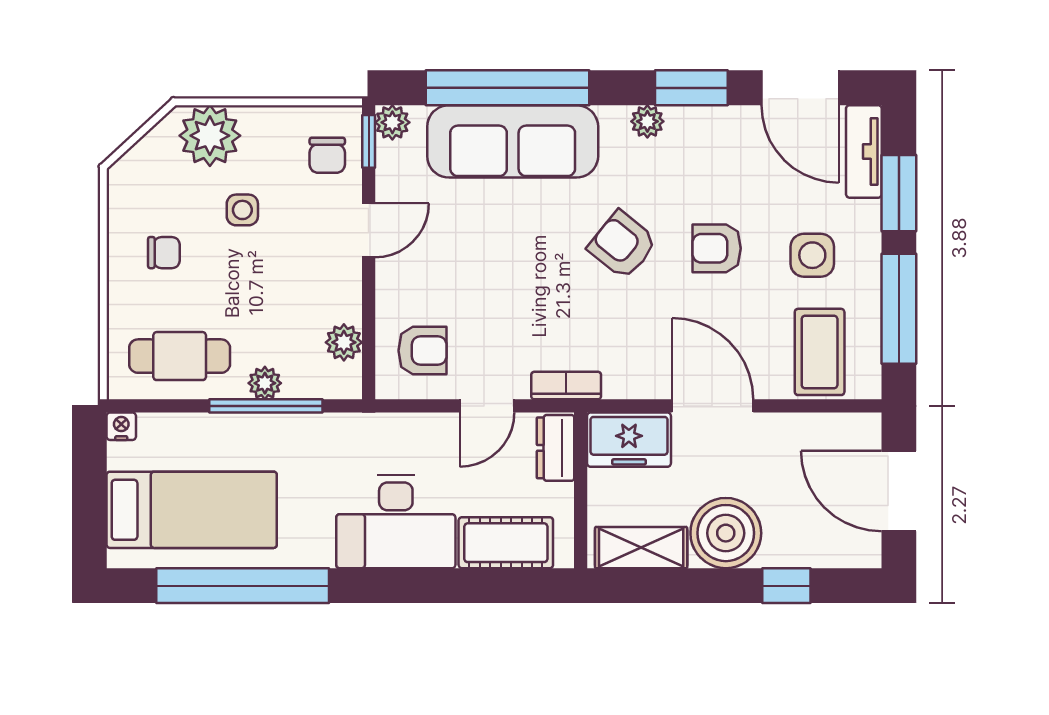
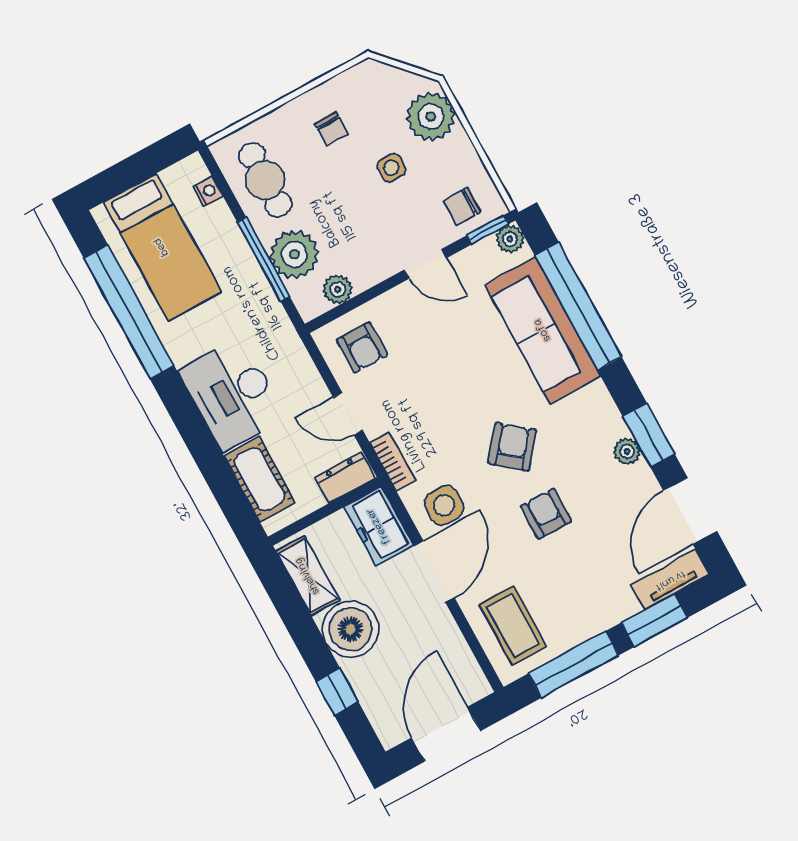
plant: (647, 121) -> (627, 451), moved
side table: (812, 255) -> (444, 505), moved
coffee table: (820, 352) -> (513, 626), turned 90
plant: (265, 383) -> (294, 254), width x1.88, depth x1.88
nightstand: (121, 426) -> (208, 191), moved

